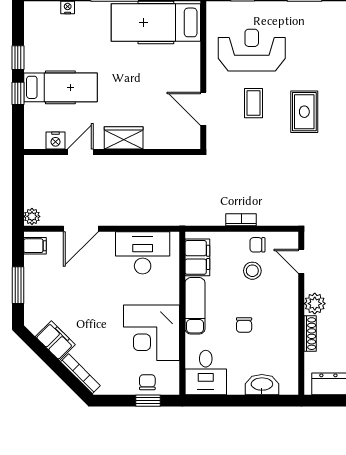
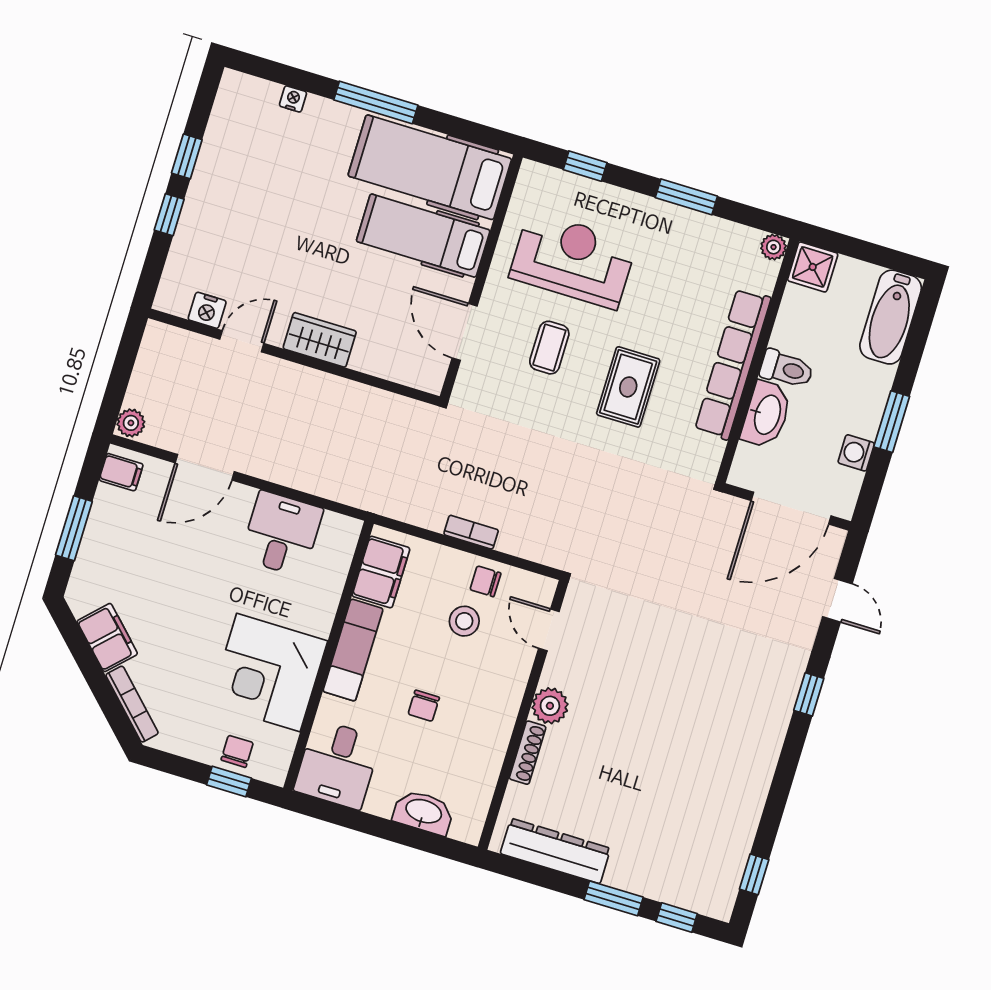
hospital bed: (60, 87) -> (423, 236), moved, turned 180
desk: (143, 253) -> (282, 534), width x0.73

